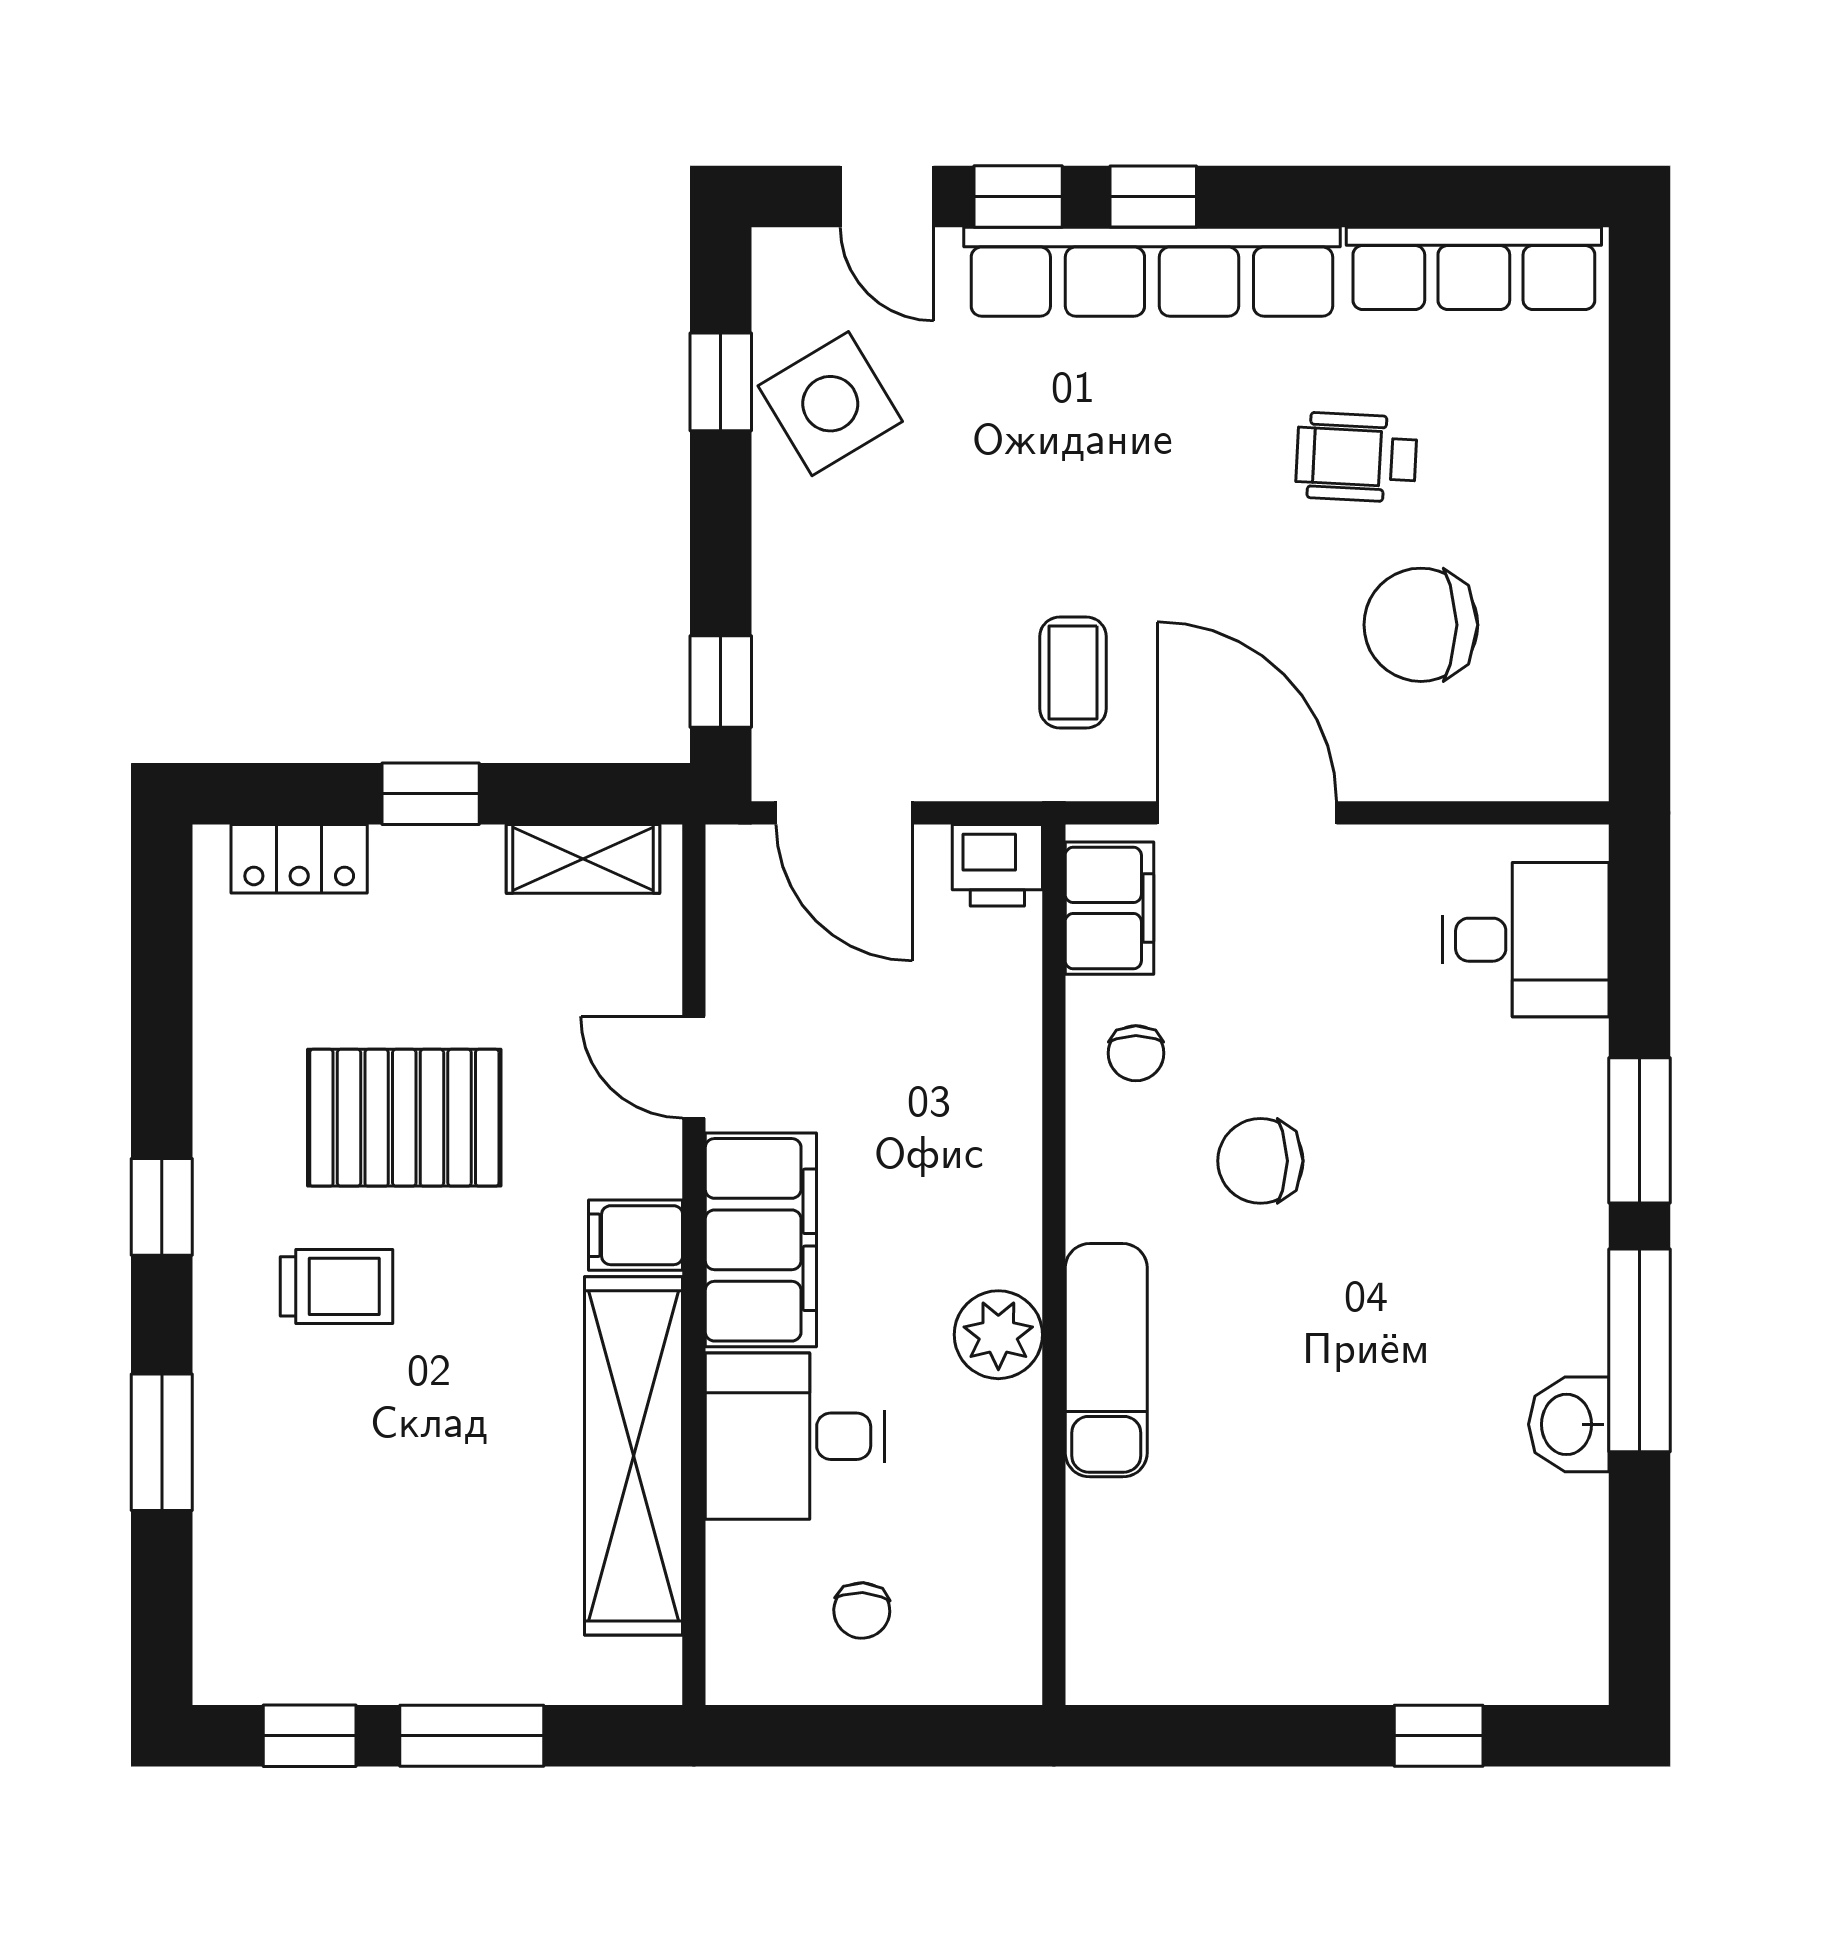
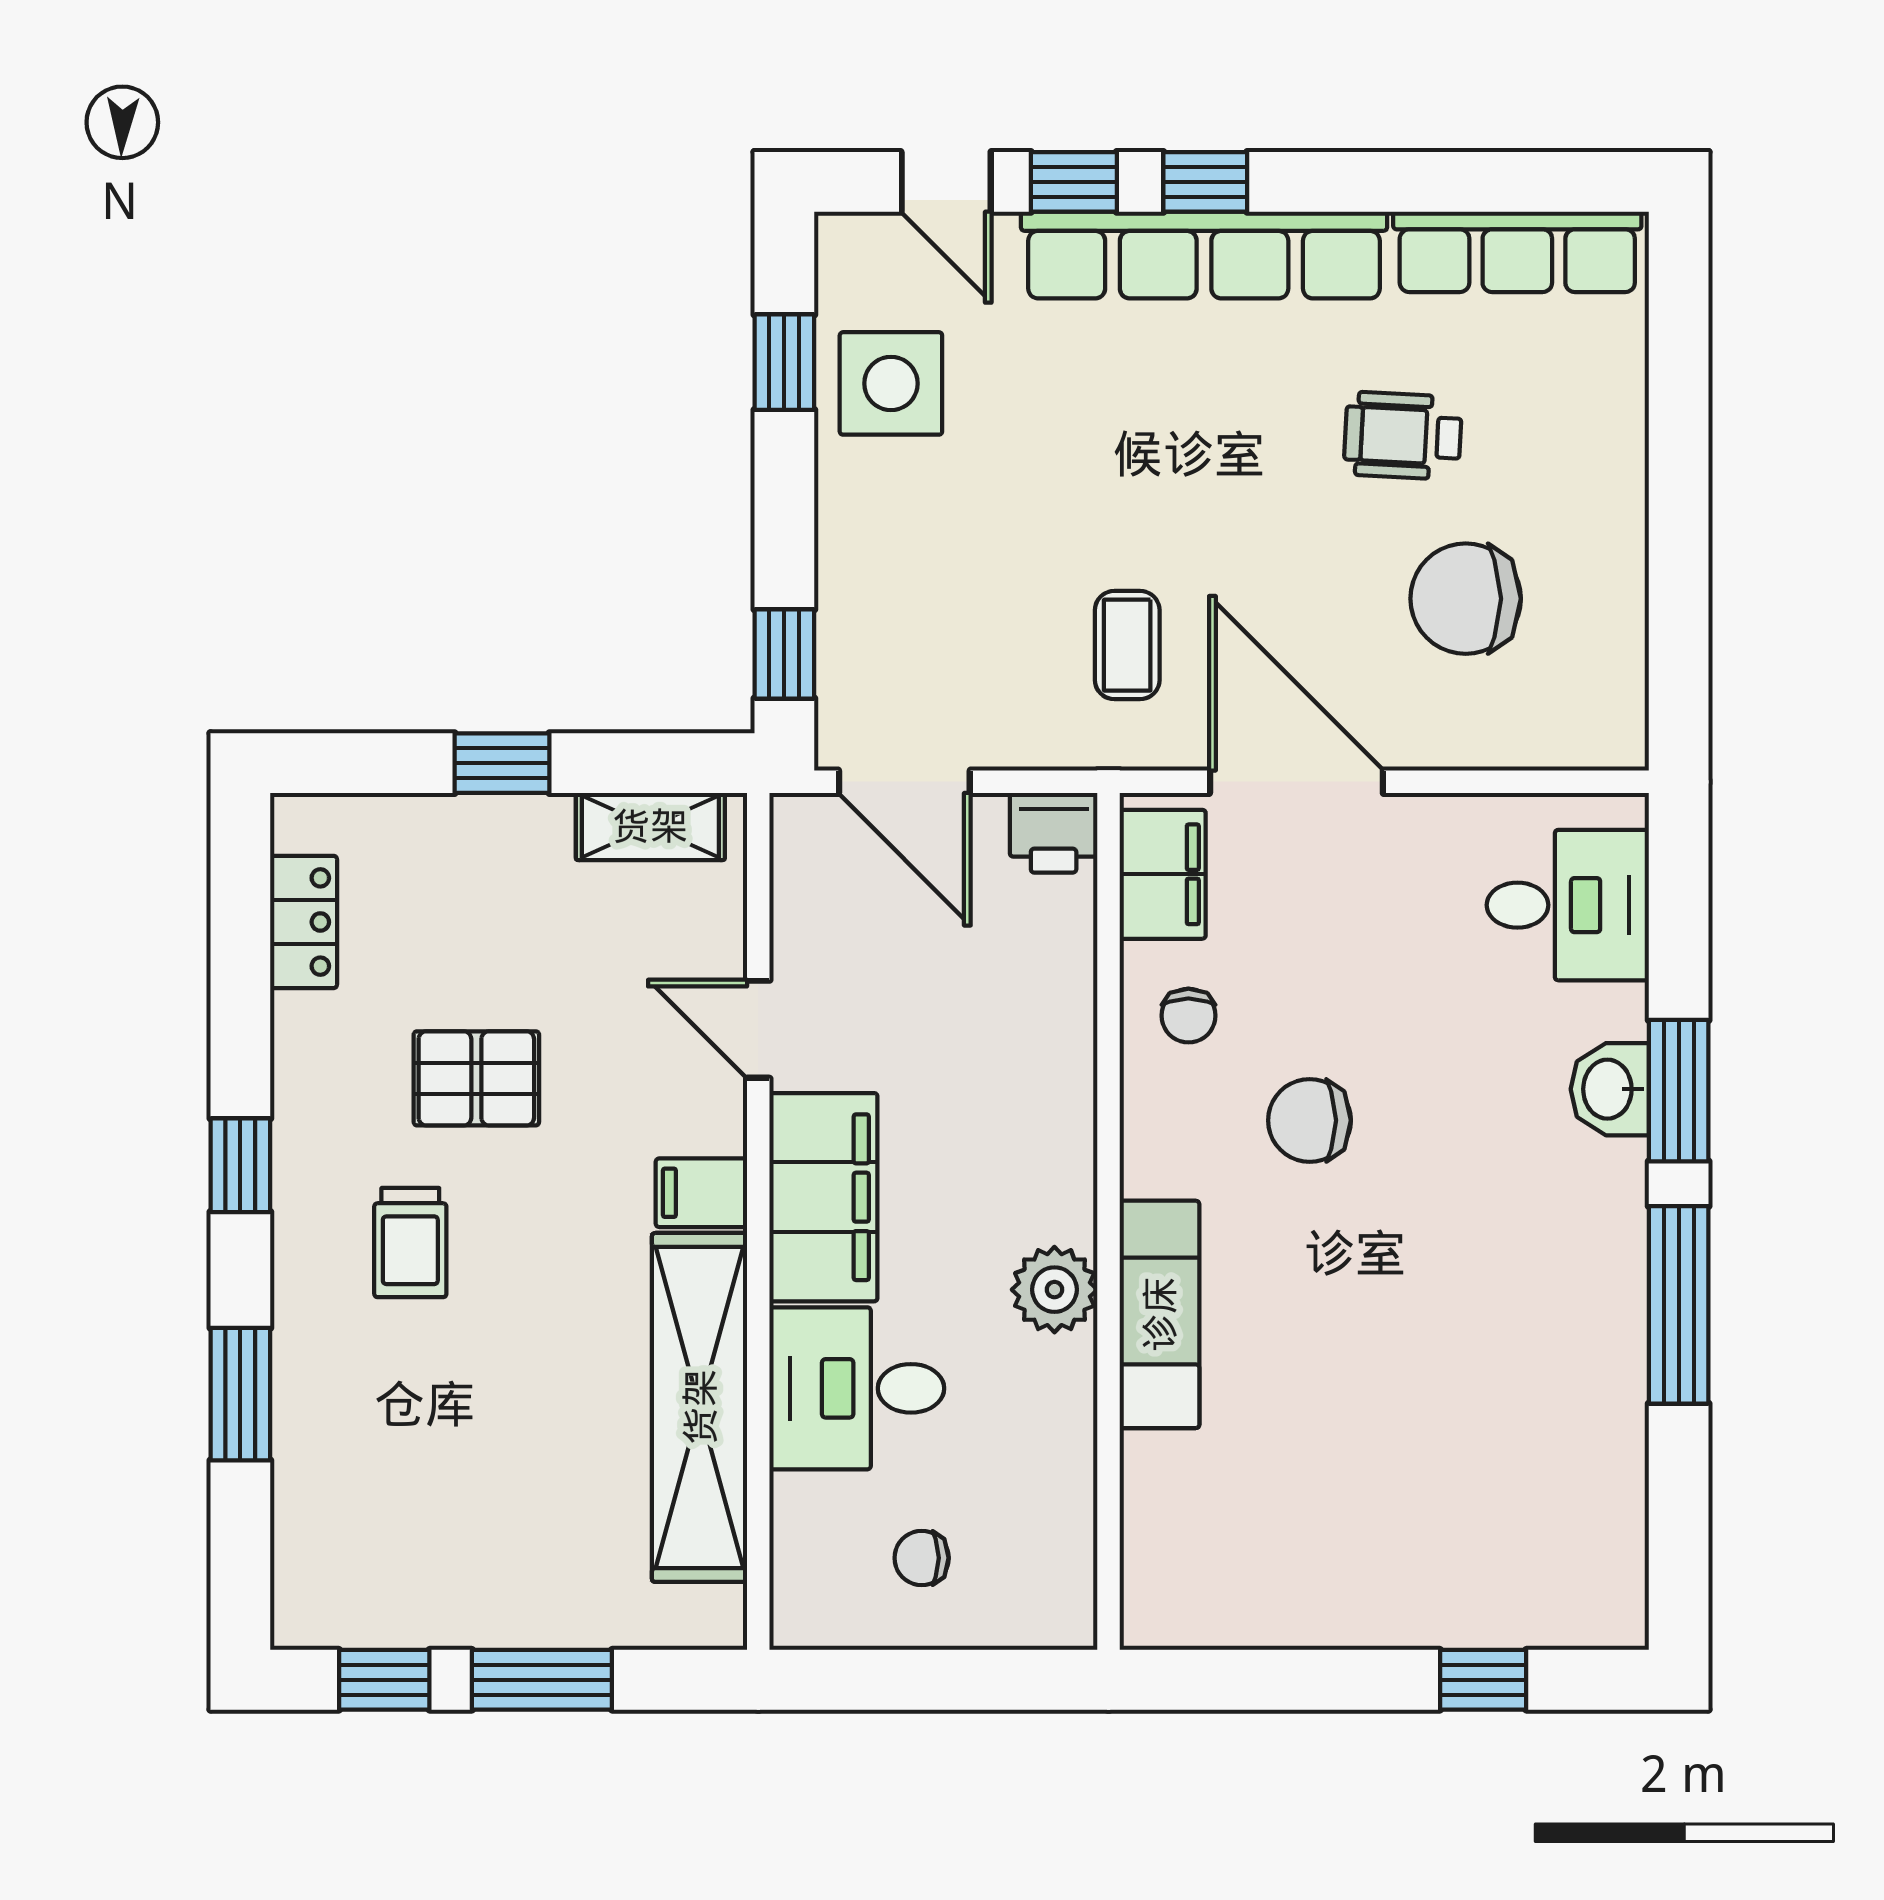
side table: (830, 404) -> (891, 383), turned 31
locker: (299, 859) -> (304, 922), moved, turned -90
pallet: (404, 1118) -> (476, 1078), width x0.67, depth x0.71
trolley: (336, 1286) -> (410, 1243), turned 90
washbasin: (1569, 1424) -> (1610, 1089), moved
chair: (862, 1611) -> (922, 1558), turned 87

